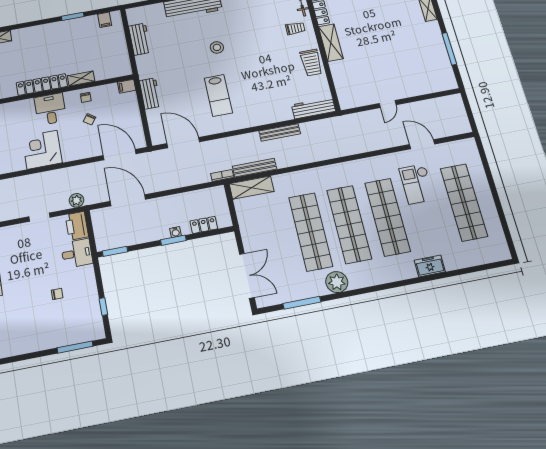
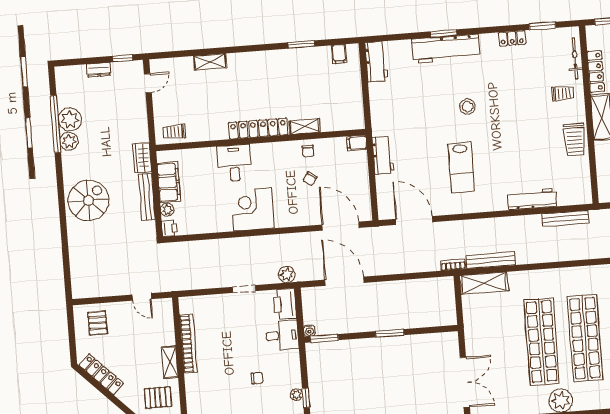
workbench: (140, 39) -> (376, 62), moved
workbench: (313, 108) -> (532, 199), moved
desk: (50, 109) -> (234, 163), moved
bench: (280, 132) -> (565, 218), moved
locker: (204, 225) -> (425, 320), removed
water cooler: (176, 232) -> (309, 331), moved
plant: (95, 305) -> (297, 395), added

